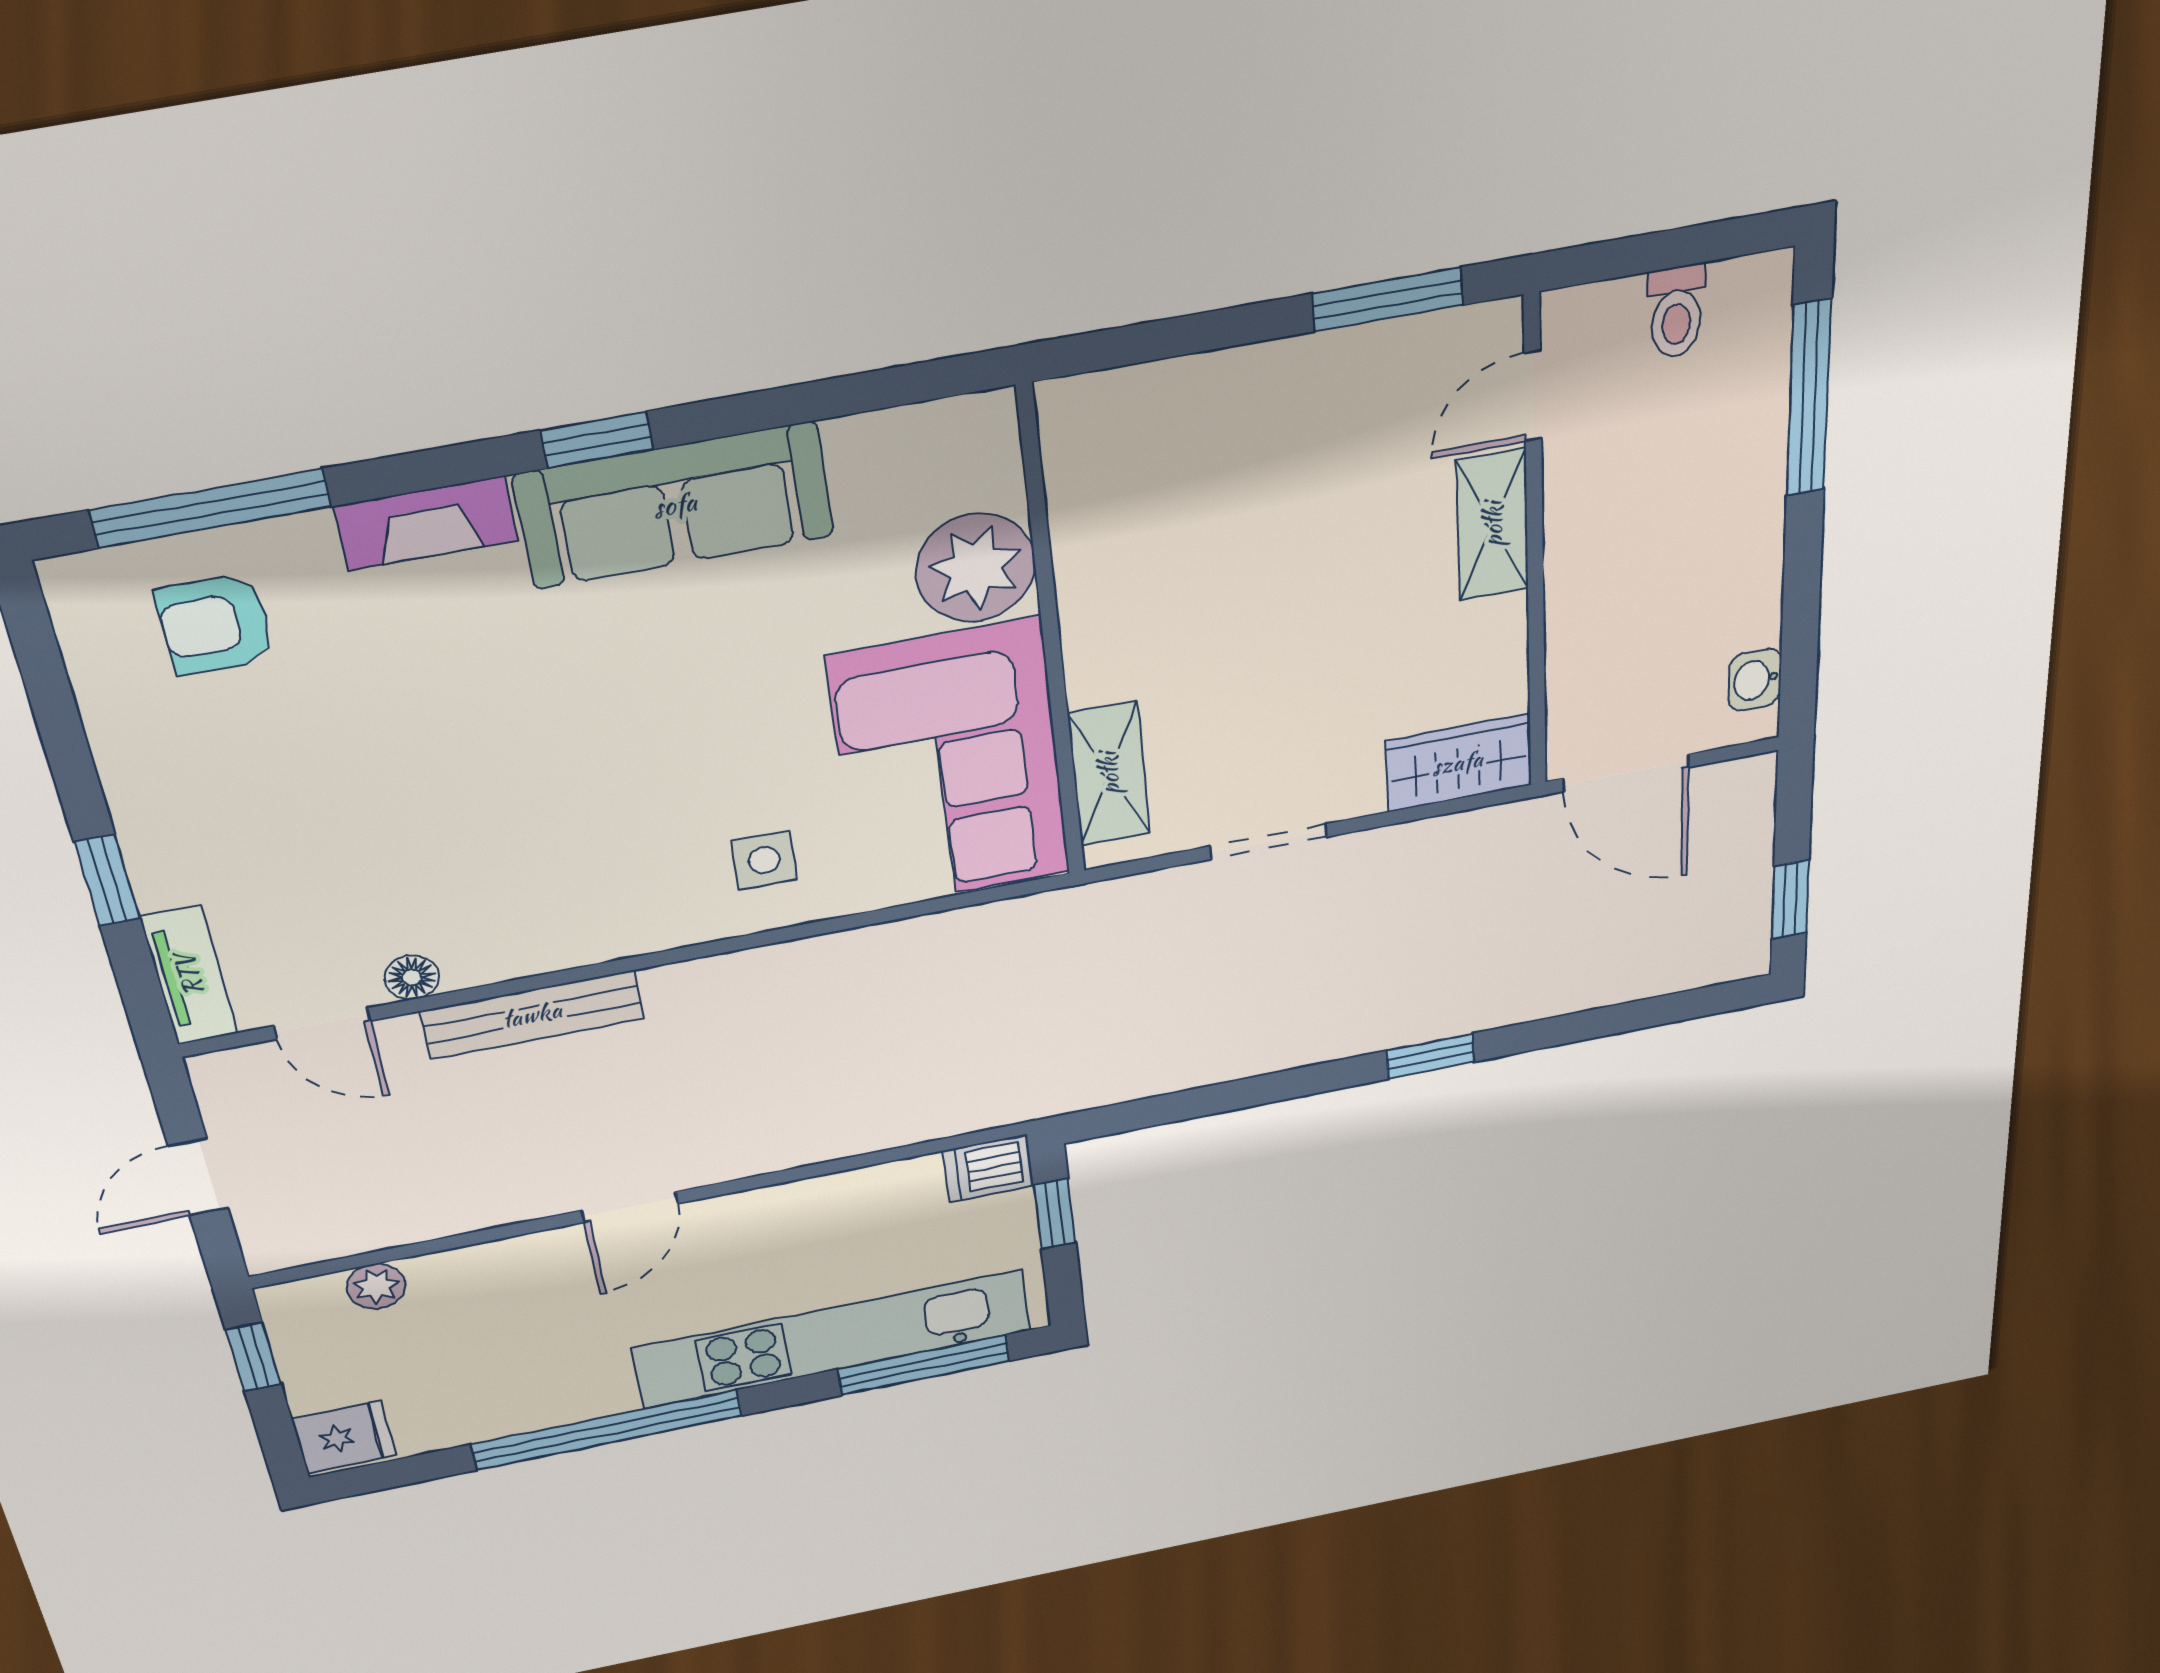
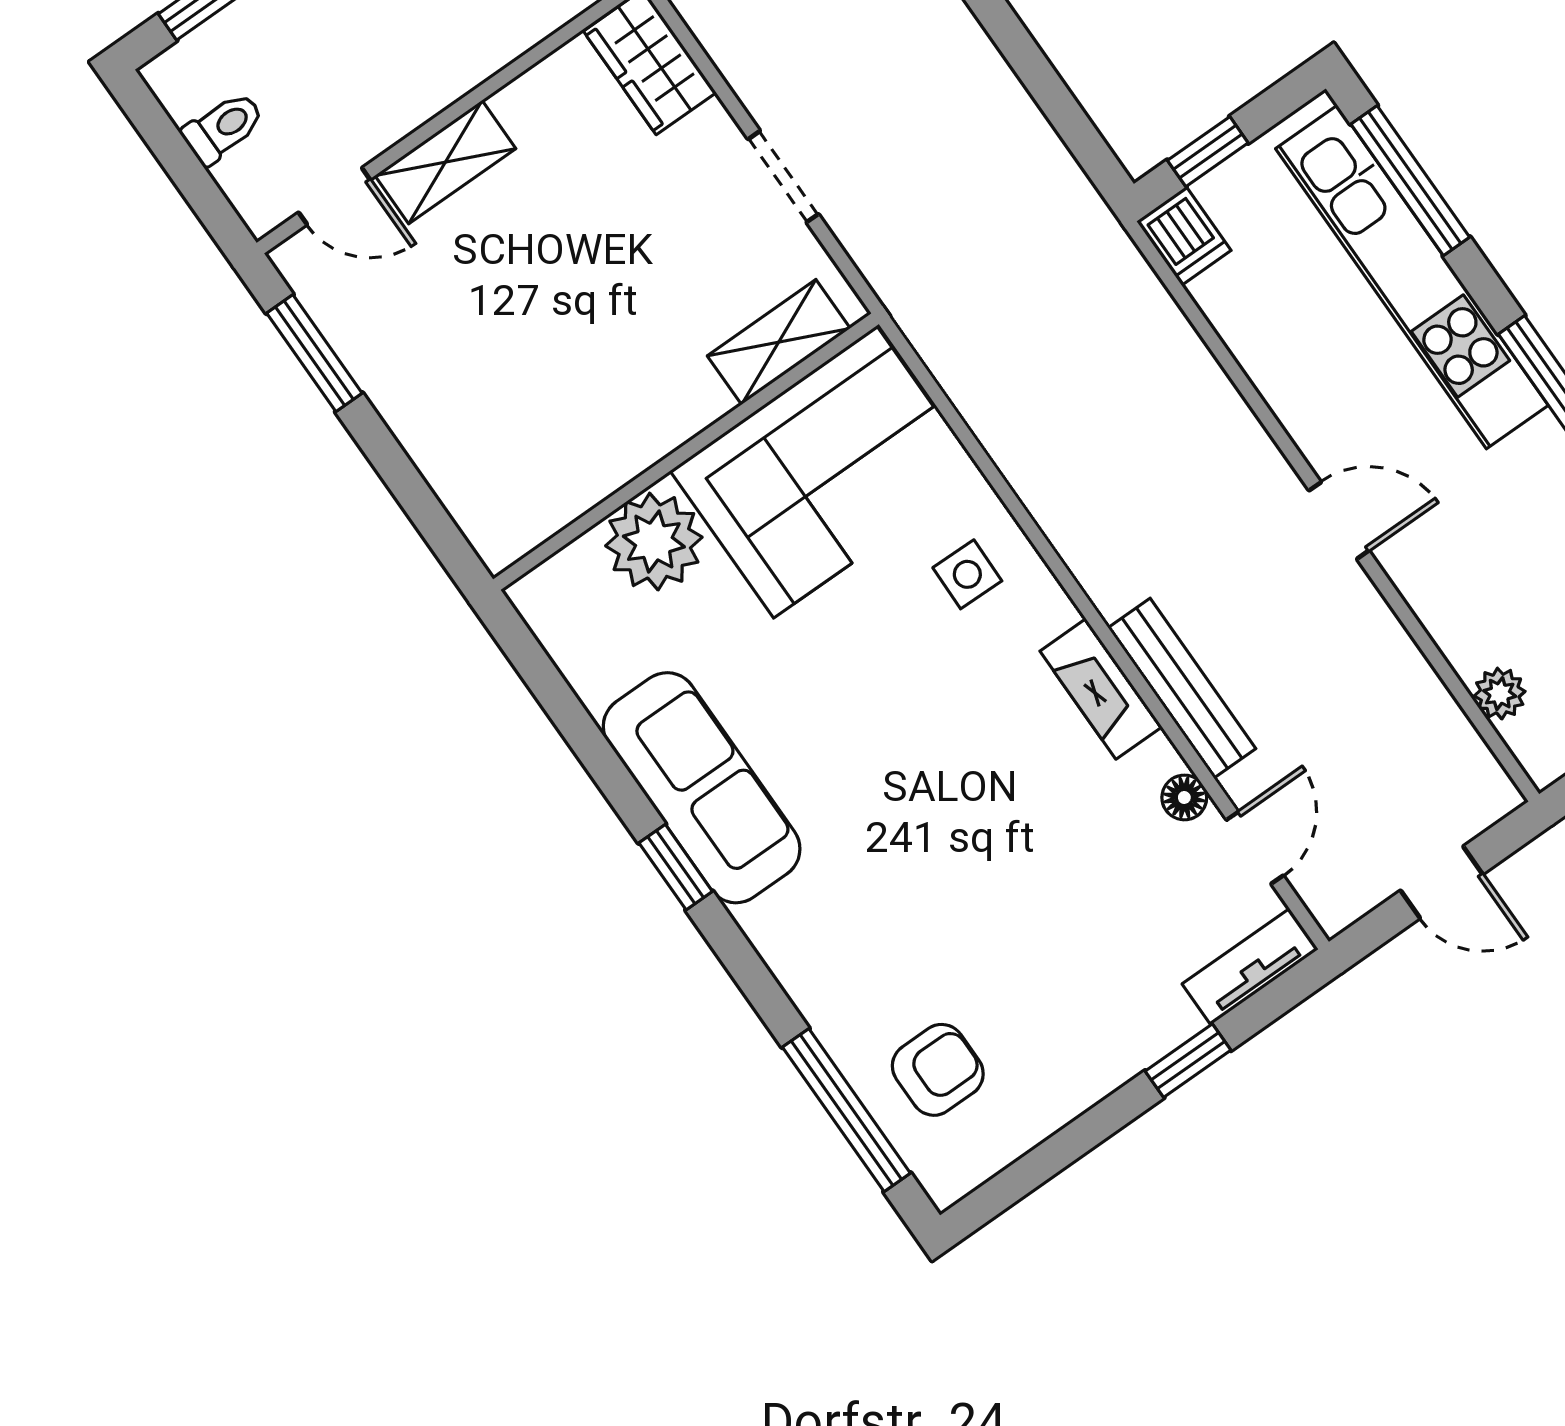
fireplace: (426, 523) -> (1101, 689), moved, turned 180
armchair: (215, 624) -> (938, 1070), turned -90

